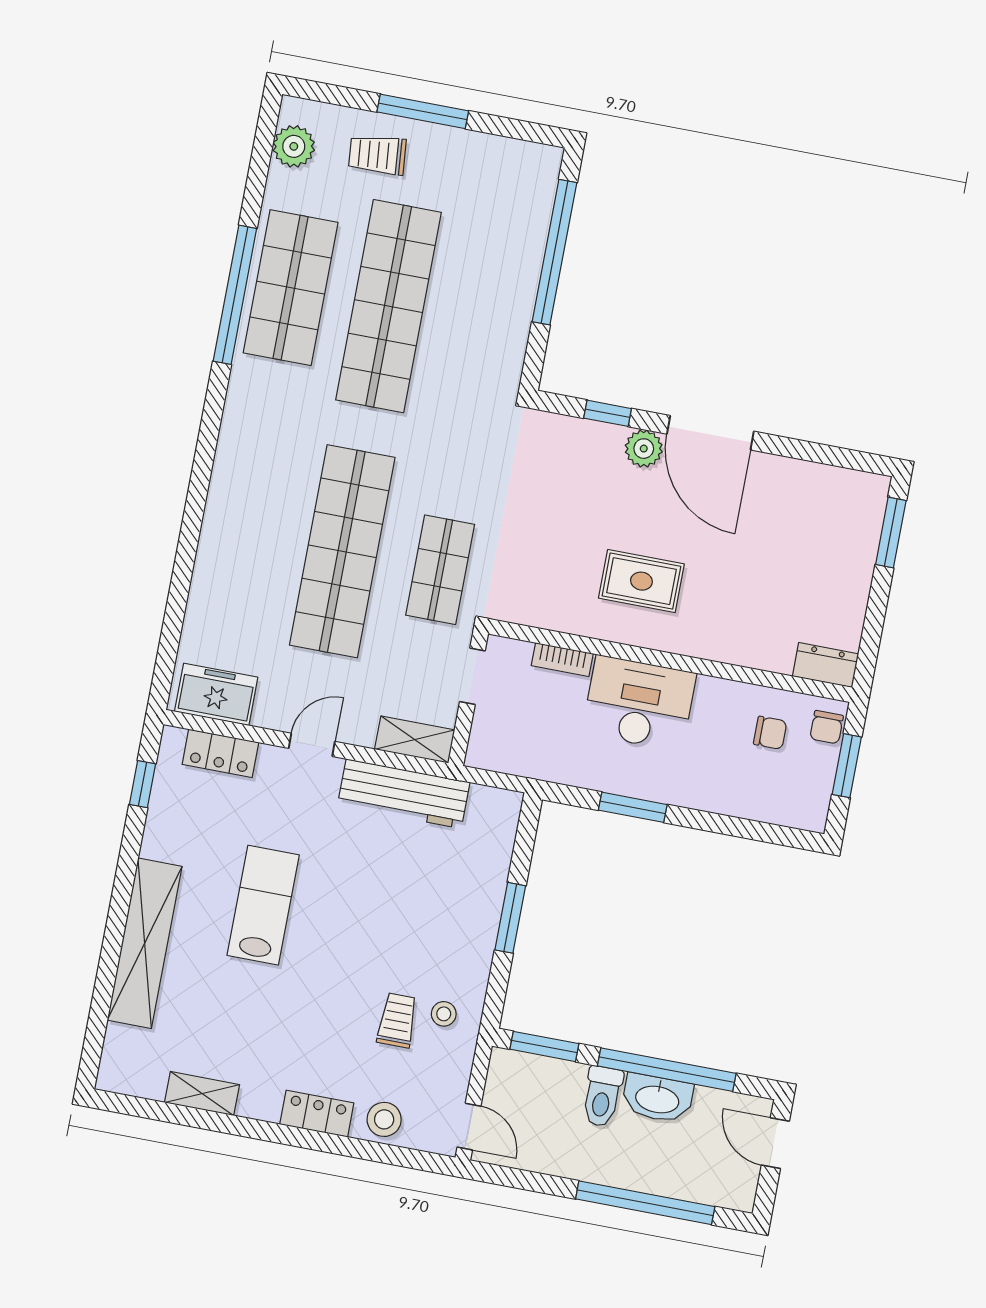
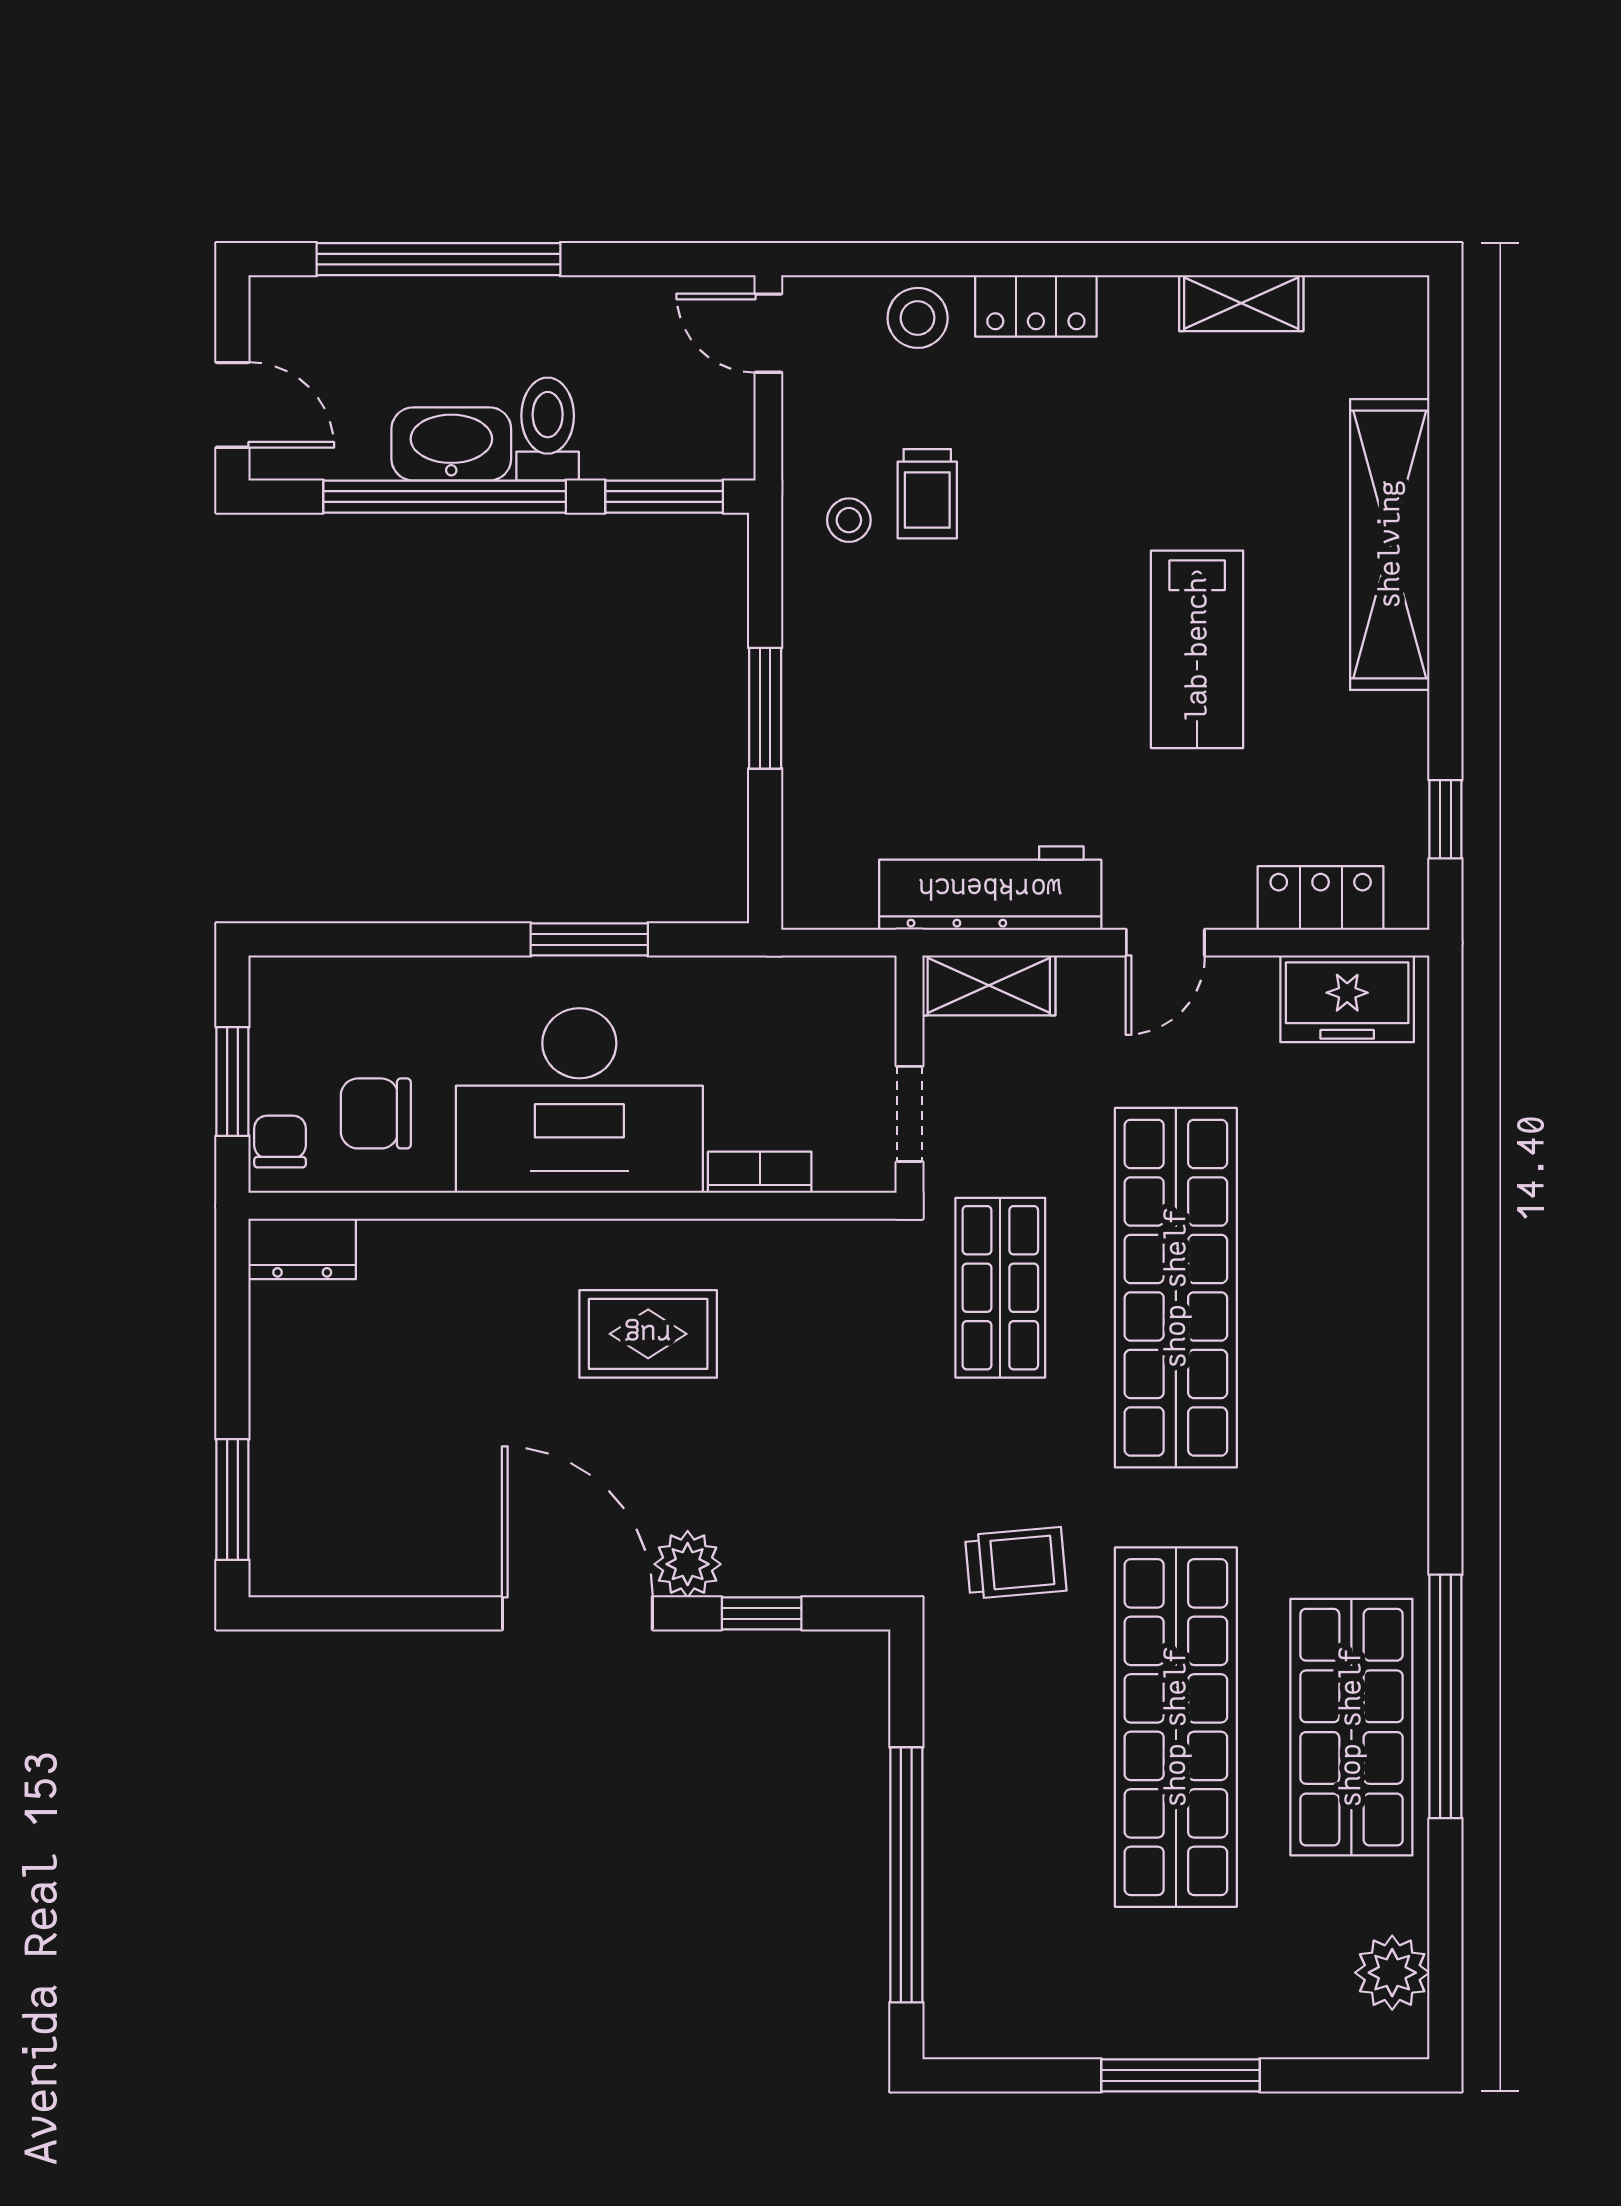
trolley: (377, 155) -> (1016, 1563), moved
desk: (639, 703) -> (579, 1100), width x1.36, depth x1.30
chair: (770, 733) -> (376, 1113), width x1.37, depth x1.37

